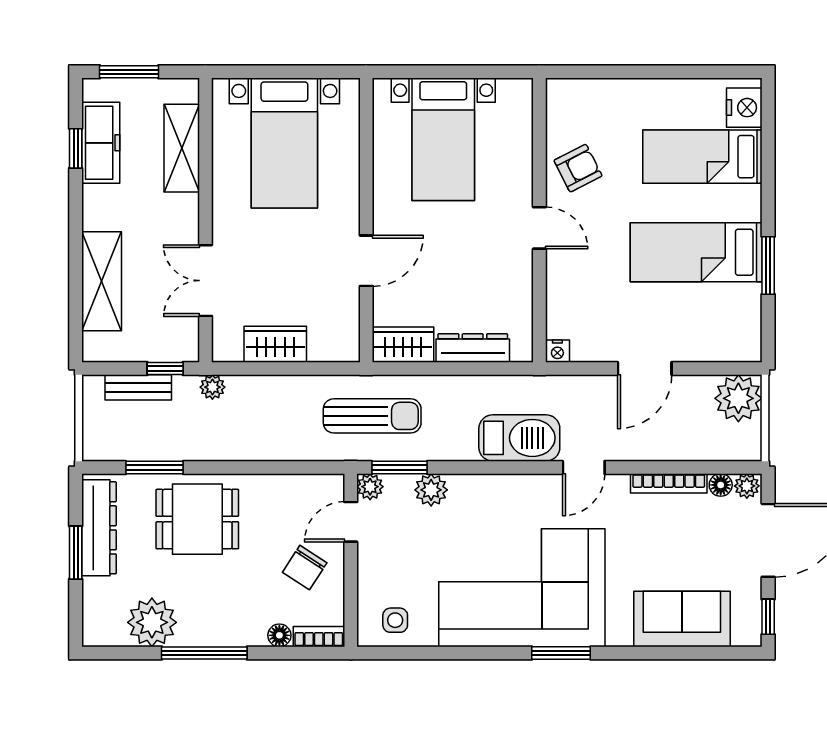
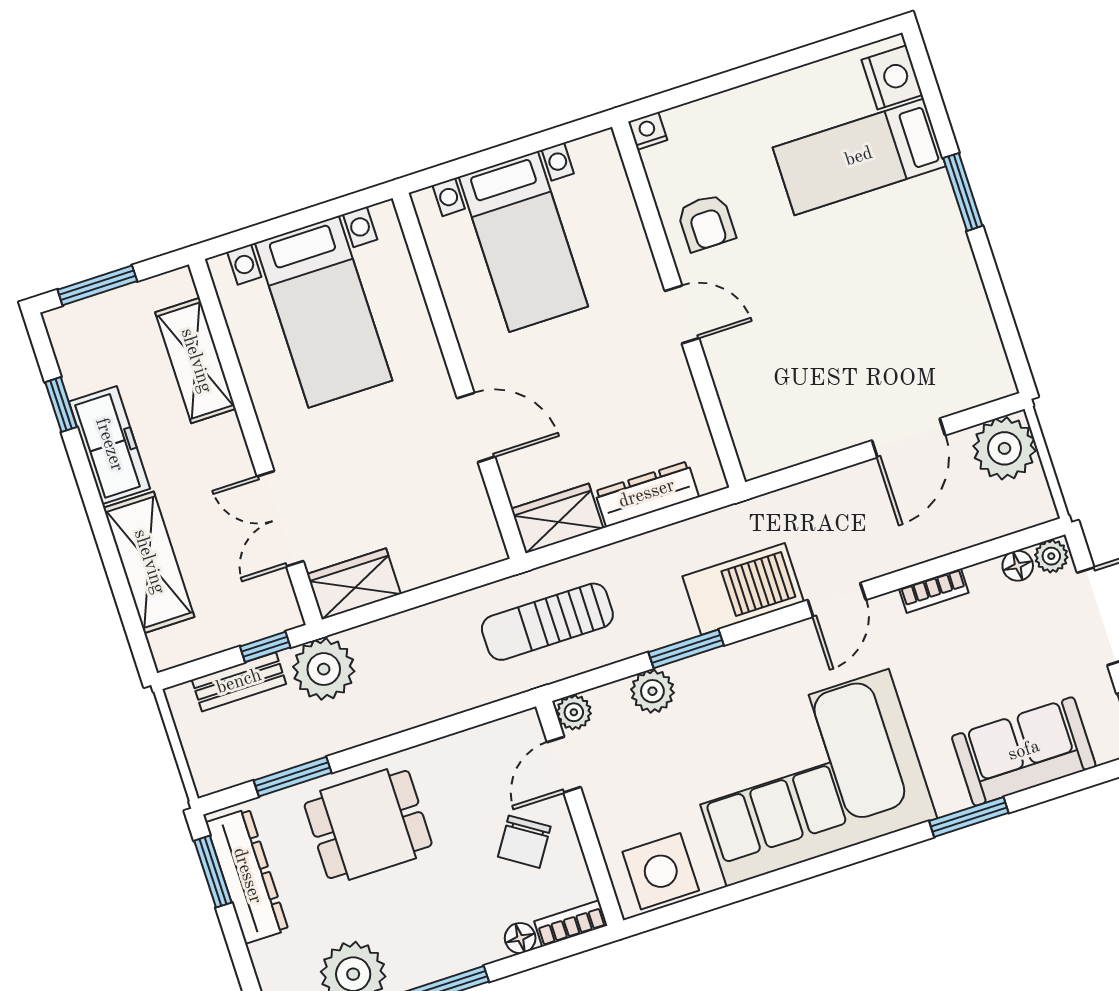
freezer: (101, 143) -> (109, 445), moved
armchair: (578, 168) -> (706, 223), turned 117
bed: (696, 252) -> (891, 281), removed
door: (366, 261) -> (476, 427), hinge flipped
window: (768, 265) -> (963, 192), moved
wardrobe: (275, 344) -> (354, 584), moved
nightstand: (557, 351) -> (648, 131), moved, turned 180
door: (645, 369) -> (908, 438), moved
plant: (212, 387) -> (324, 669), width x1.88, depth x1.88
sun lounger: (372, 416) -> (547, 622), turned 180
window: (399, 467) -> (686, 649), moved
bookcase: (669, 483) -> (934, 591), width x0.64
window: (76, 553) -> (213, 872), moved
side table: (395, 620) -> (661, 871), width x1.87, depth x1.87
window: (561, 653) -> (969, 817), moved

